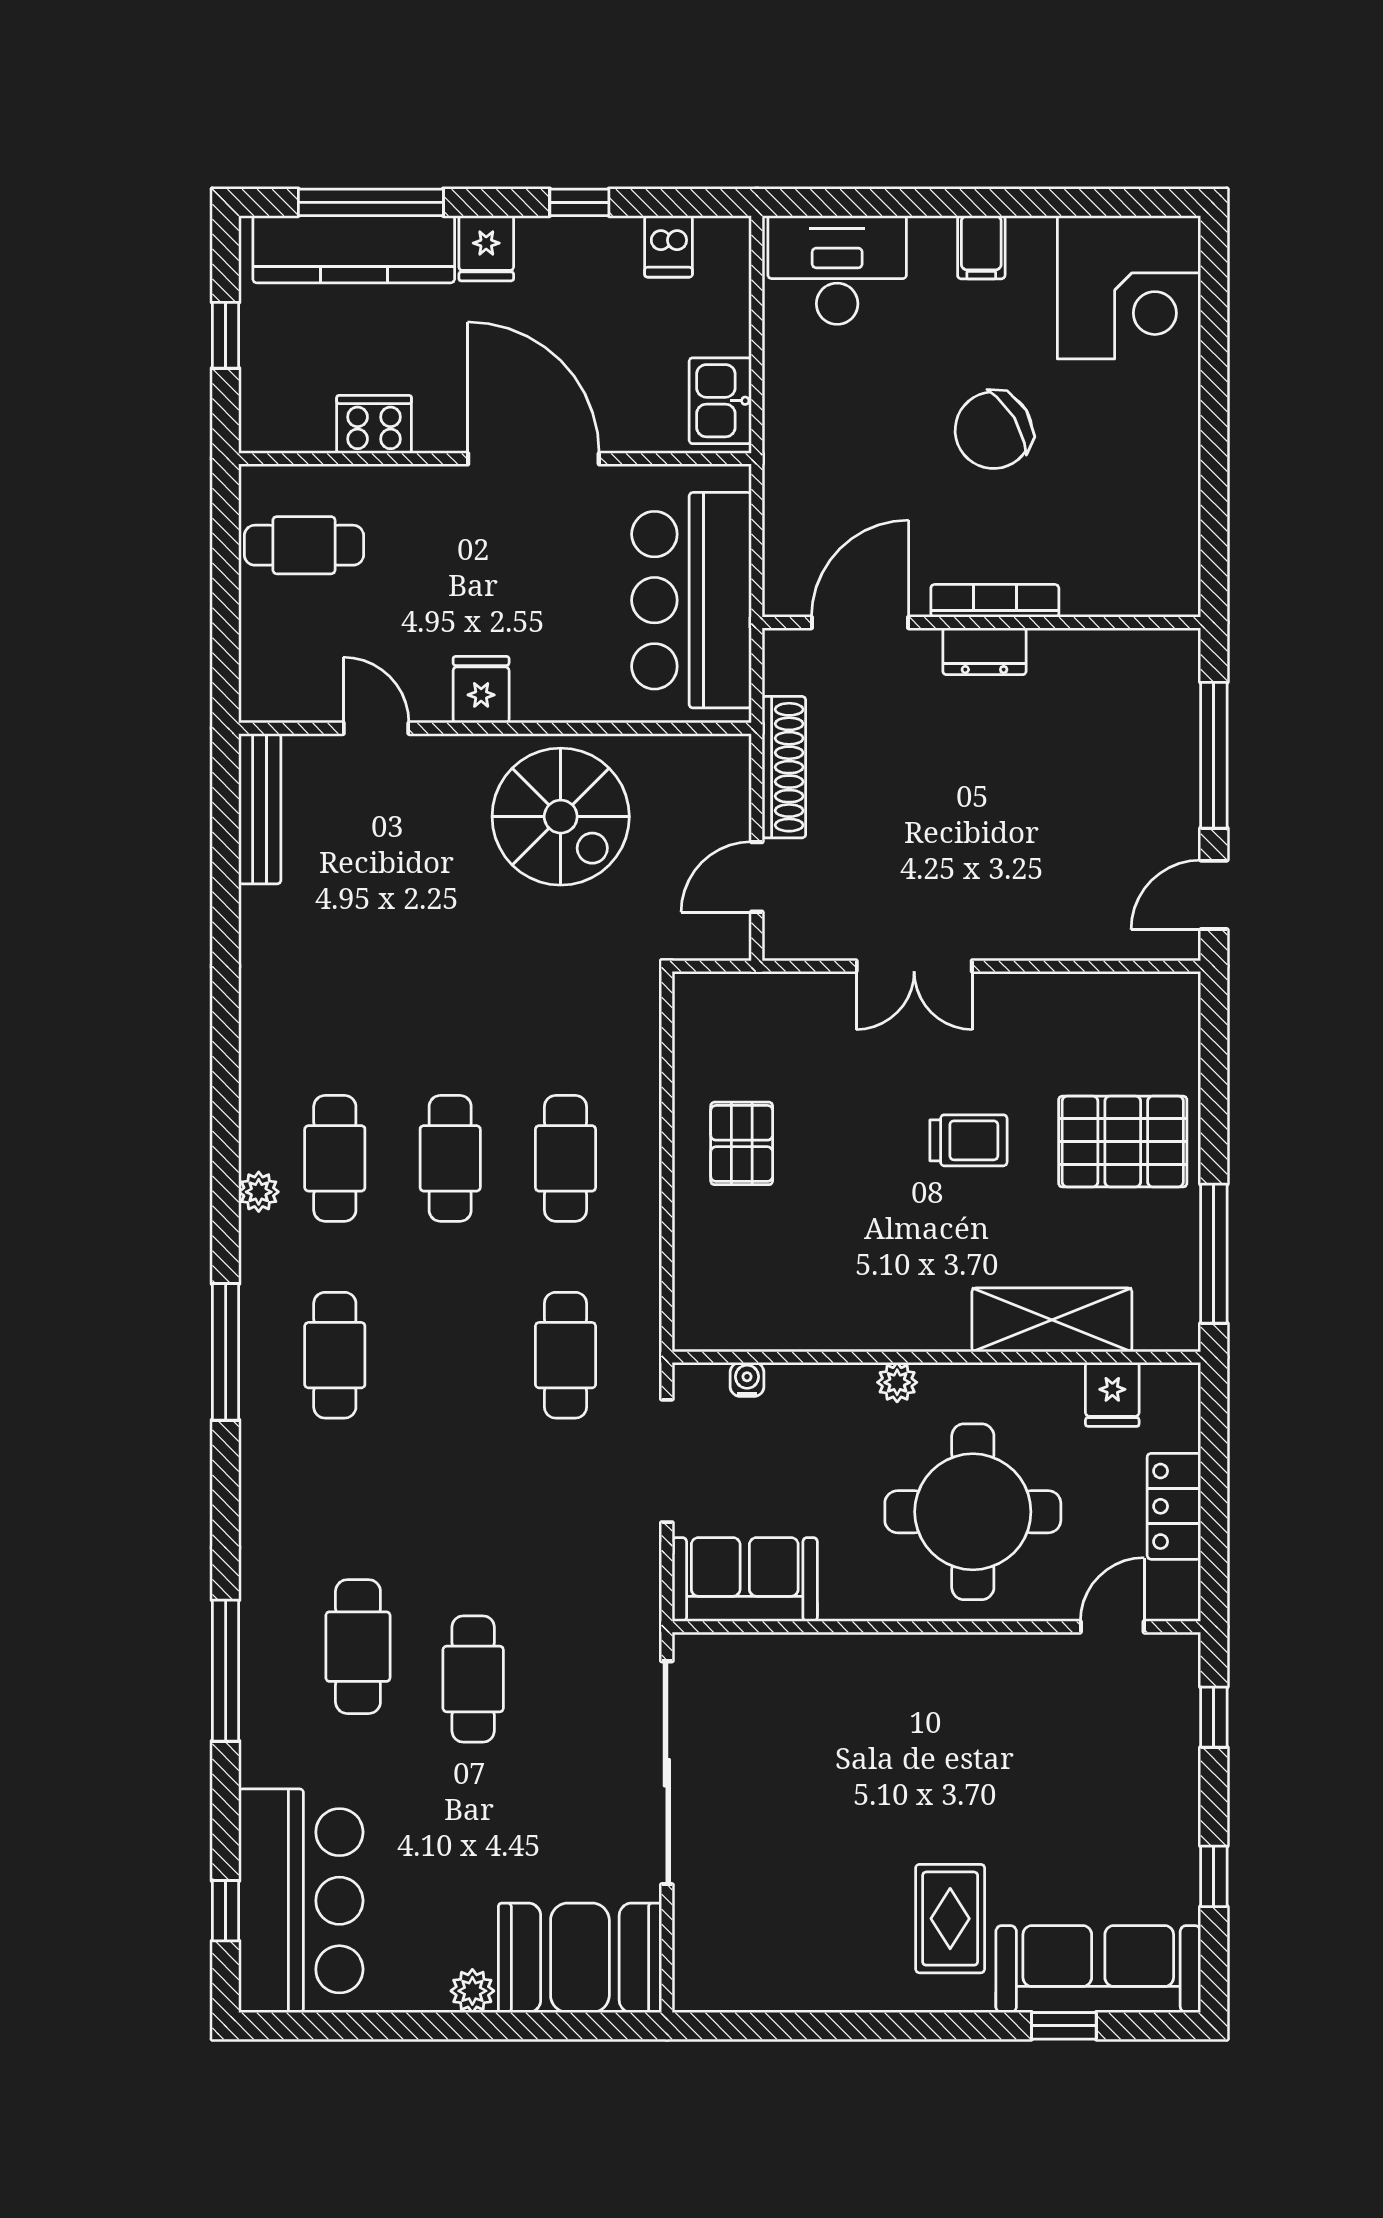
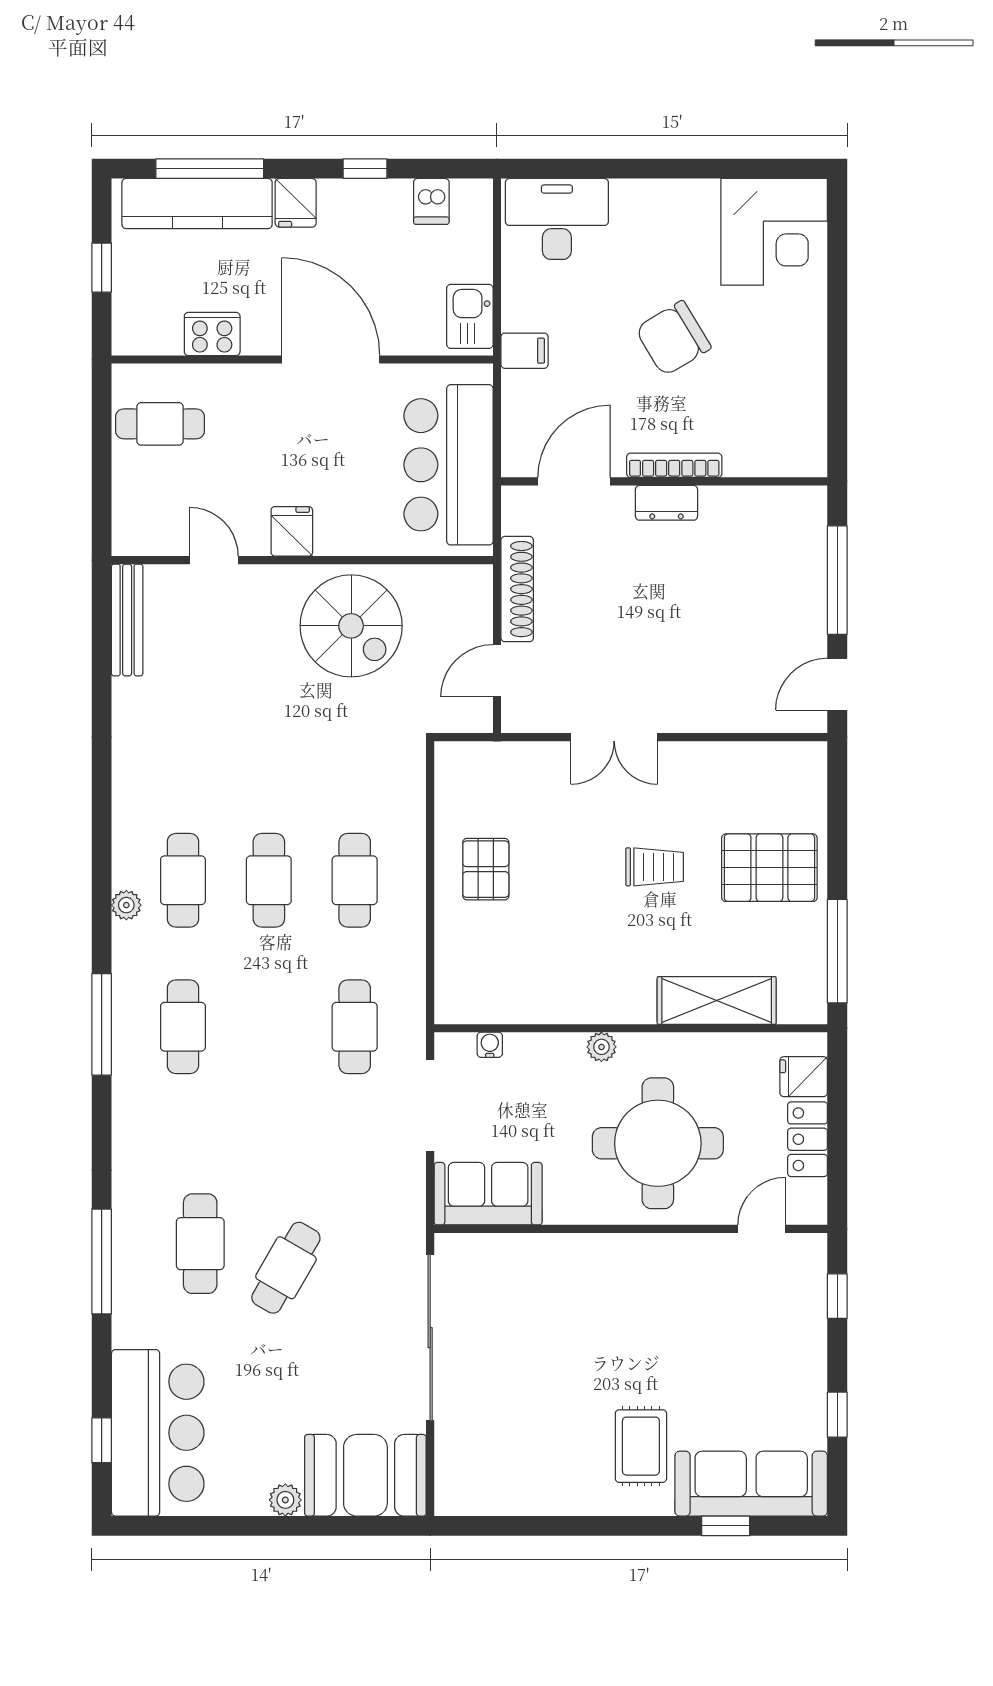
filing cabinet: (981, 247) -> (524, 351), moved, turned -90
fridge: (1112, 1394) -> (804, 1077), moved, turned 90
cafe table: (473, 1679) -> (286, 1268), turned 30

